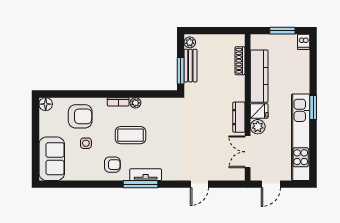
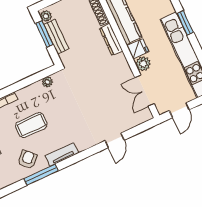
window: (181, 71) -> (44, 34), moved
plant: (135, 103) -> (47, 82), moved
dresser: (239, 117) -> (111, 40), moved
armchair: (112, 165) -> (27, 159), turned -45
window: (140, 184) -> (41, 175), moved

